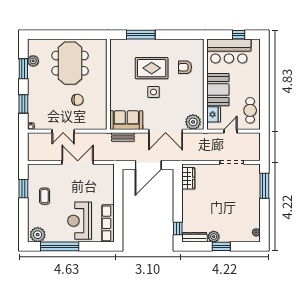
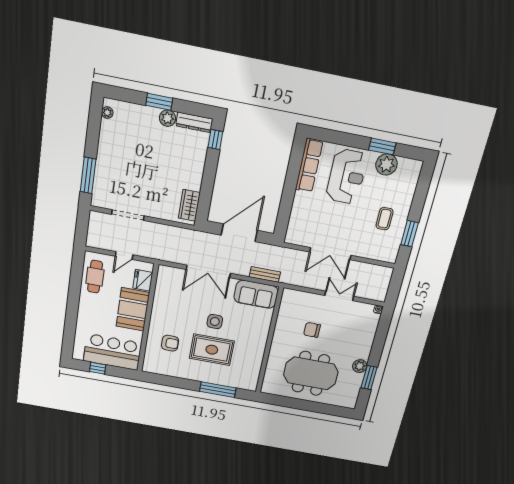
plant: (33, 61) -> (360, 366), moved
meeting table: (70, 63) -> (311, 373), turned 90
window: (23, 104) -> (380, 338), removed
plant: (193, 122) -> (171, 276), removed
double door: (166, 131) -> (208, 271), swing flipped
plant: (38, 235) -> (386, 164), moved
window: (60, 246) -> (382, 146), width x0.47

